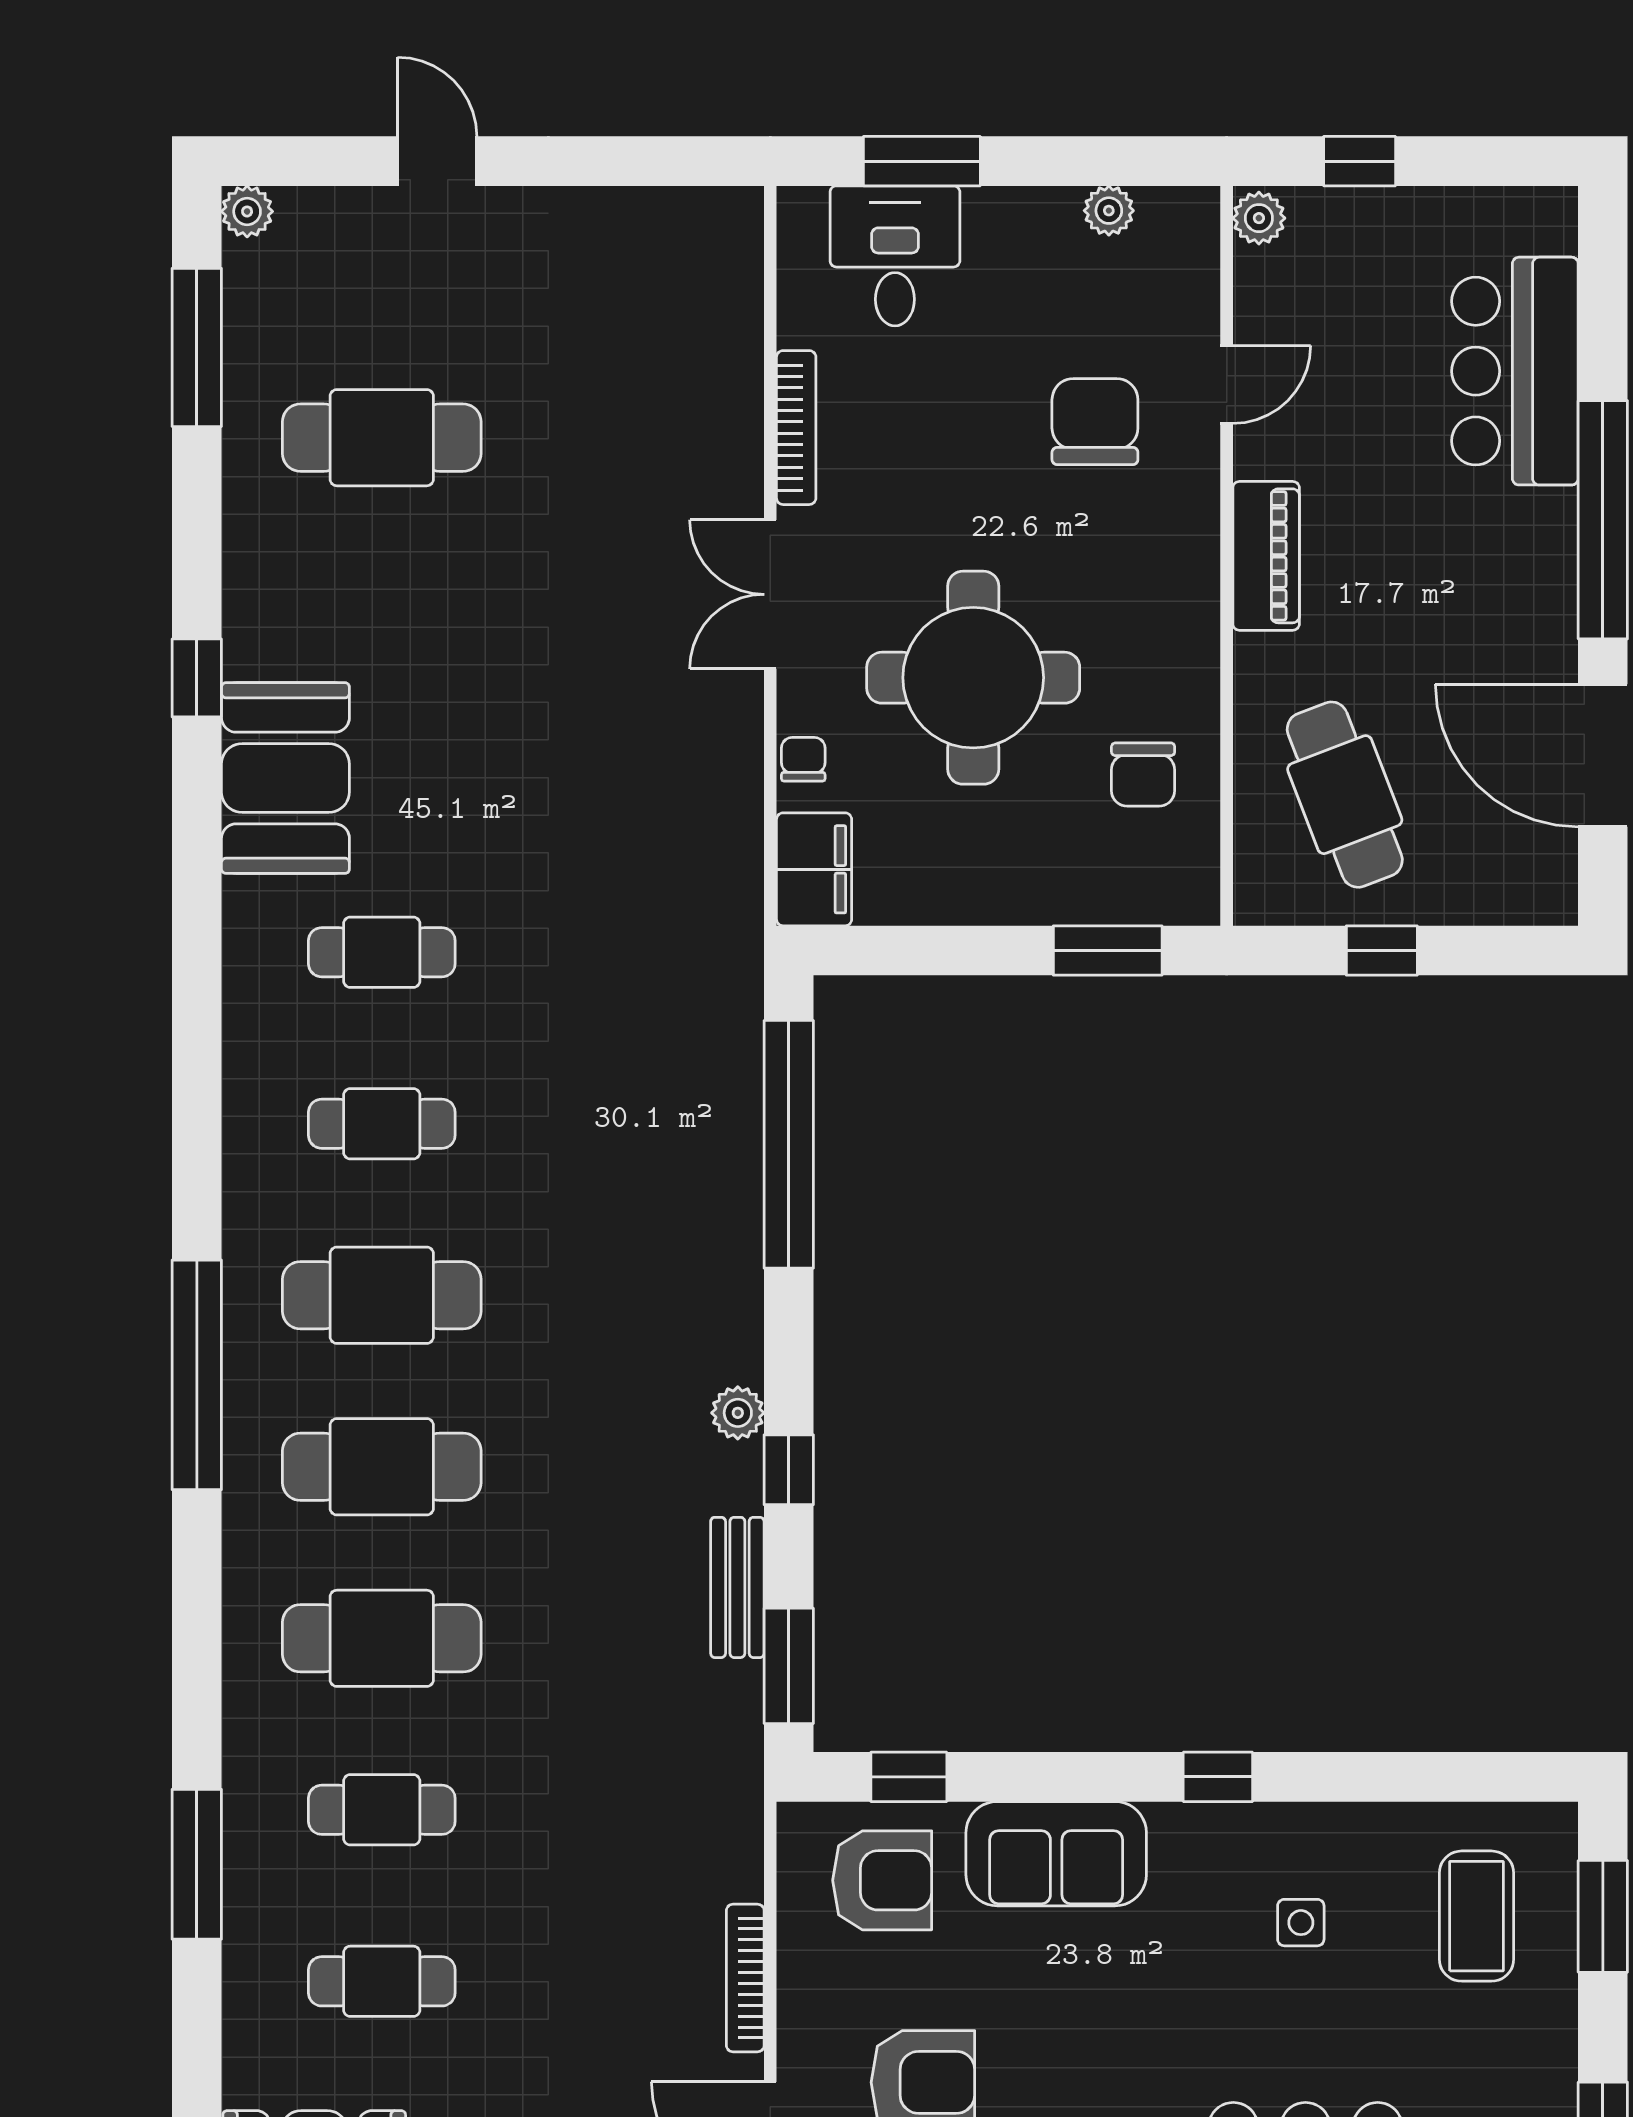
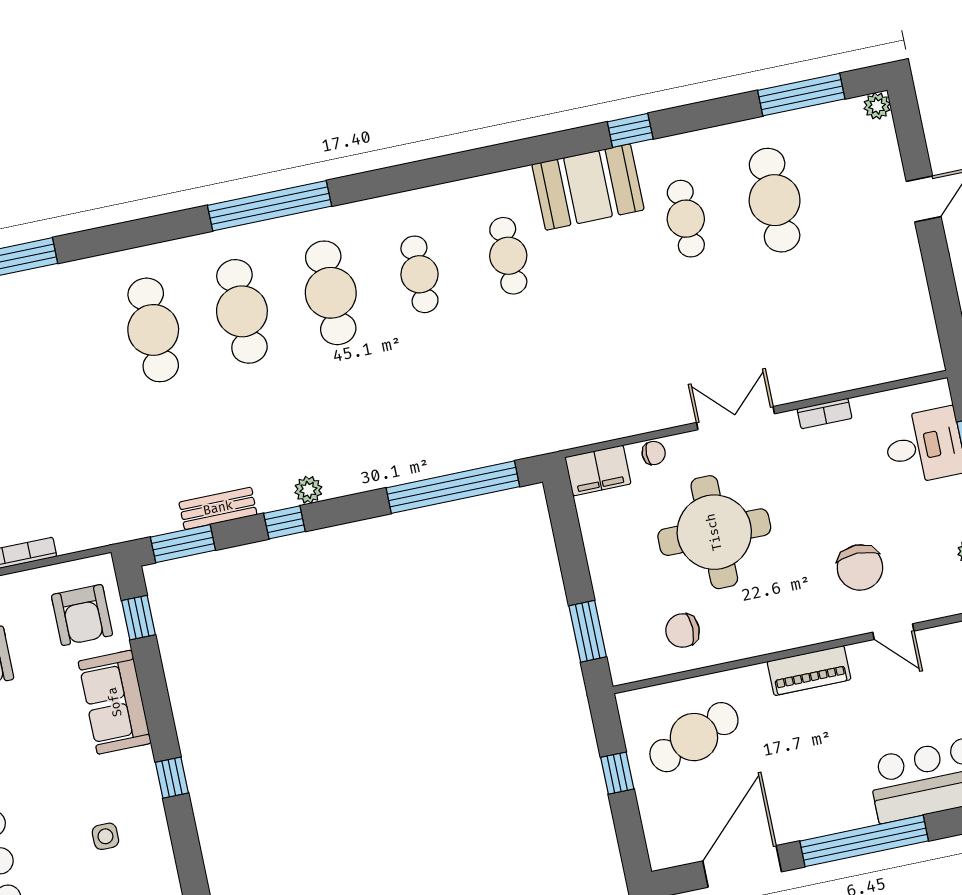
chair: (1095, 422) -> (860, 567), turned 90
bookcase: (796, 428) -> (825, 413), width x0.64
cafe table: (382, 1810) -> (686, 219), moved

